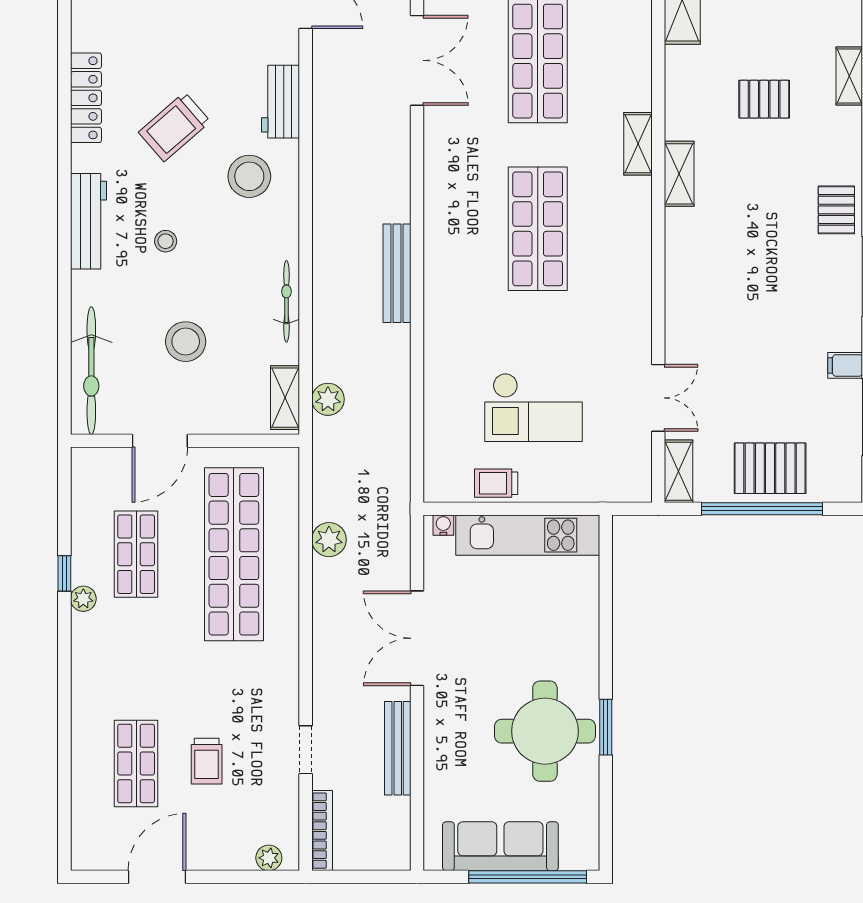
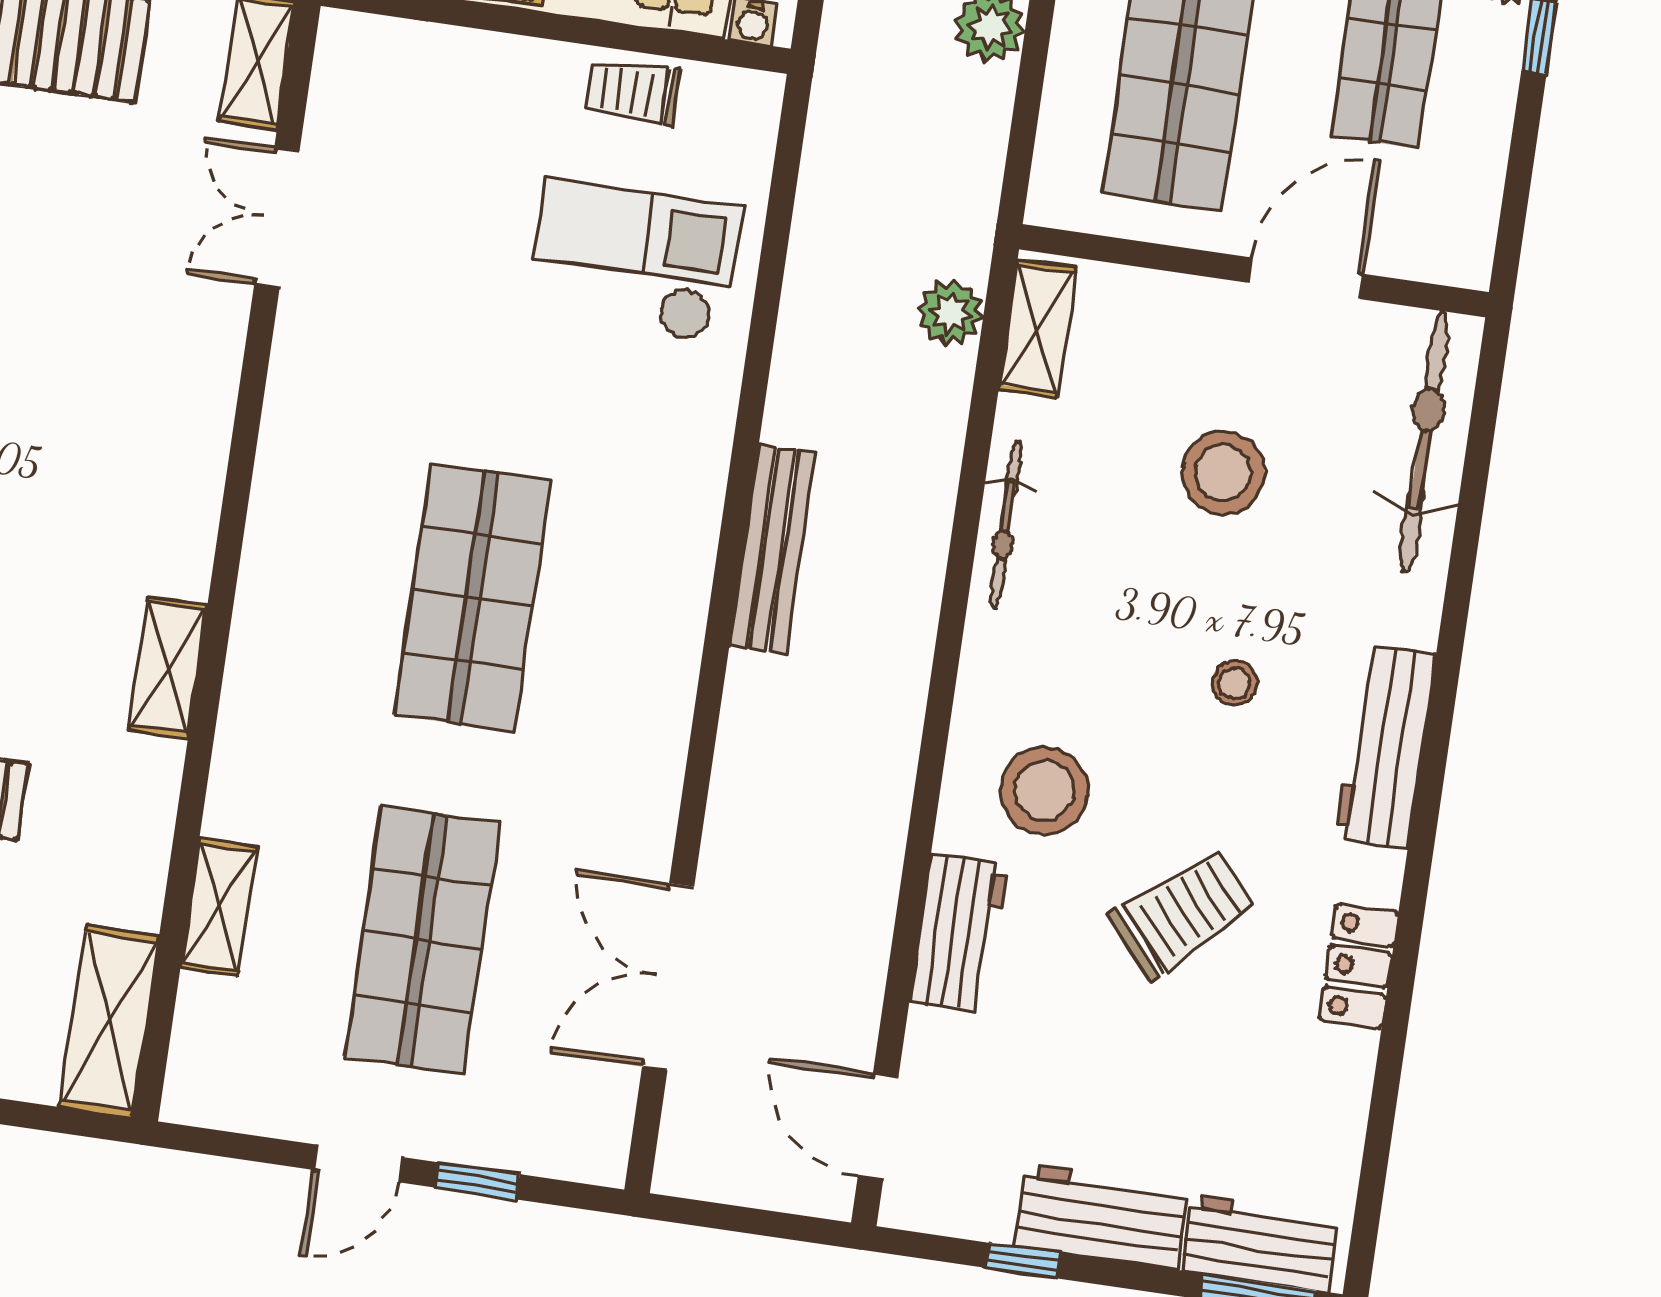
locker: (86, 98) -> (1359, 966), width x0.66
shelving: (638, 144) -> (219, 907), moved
checkout: (534, 407) -> (634, 261), moved
trolley: (496, 483) -> (633, 92), turned 180

